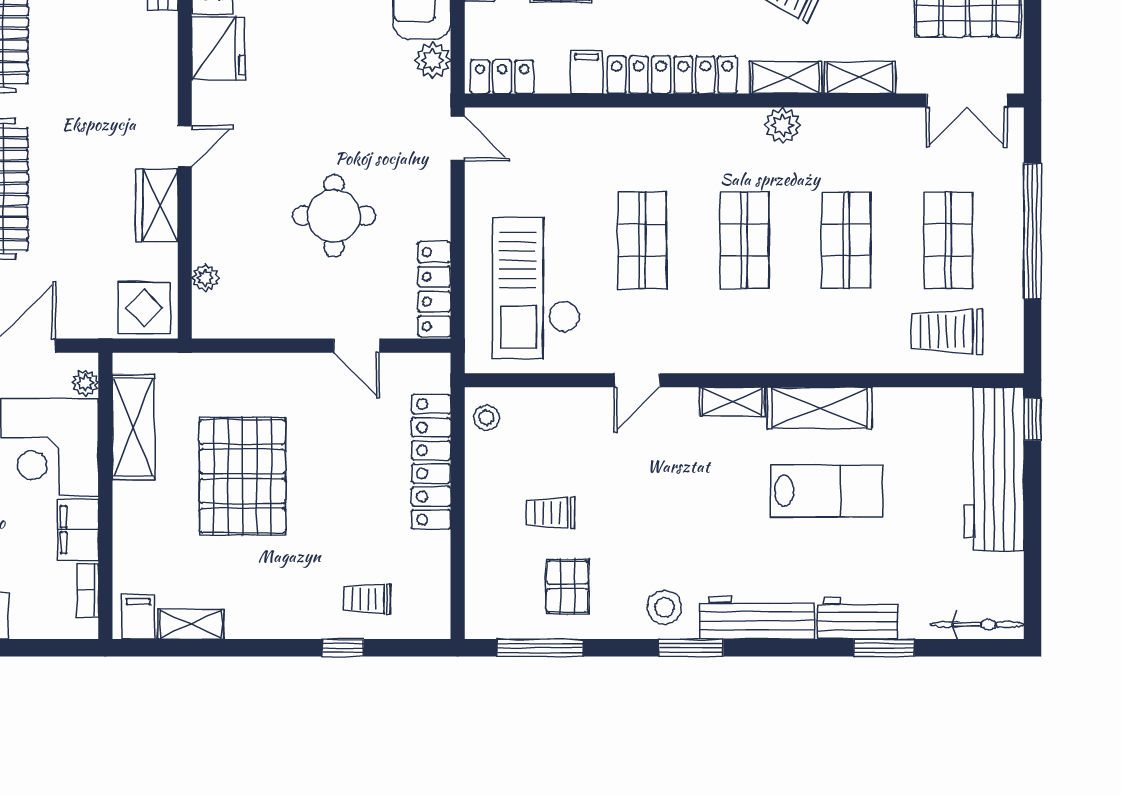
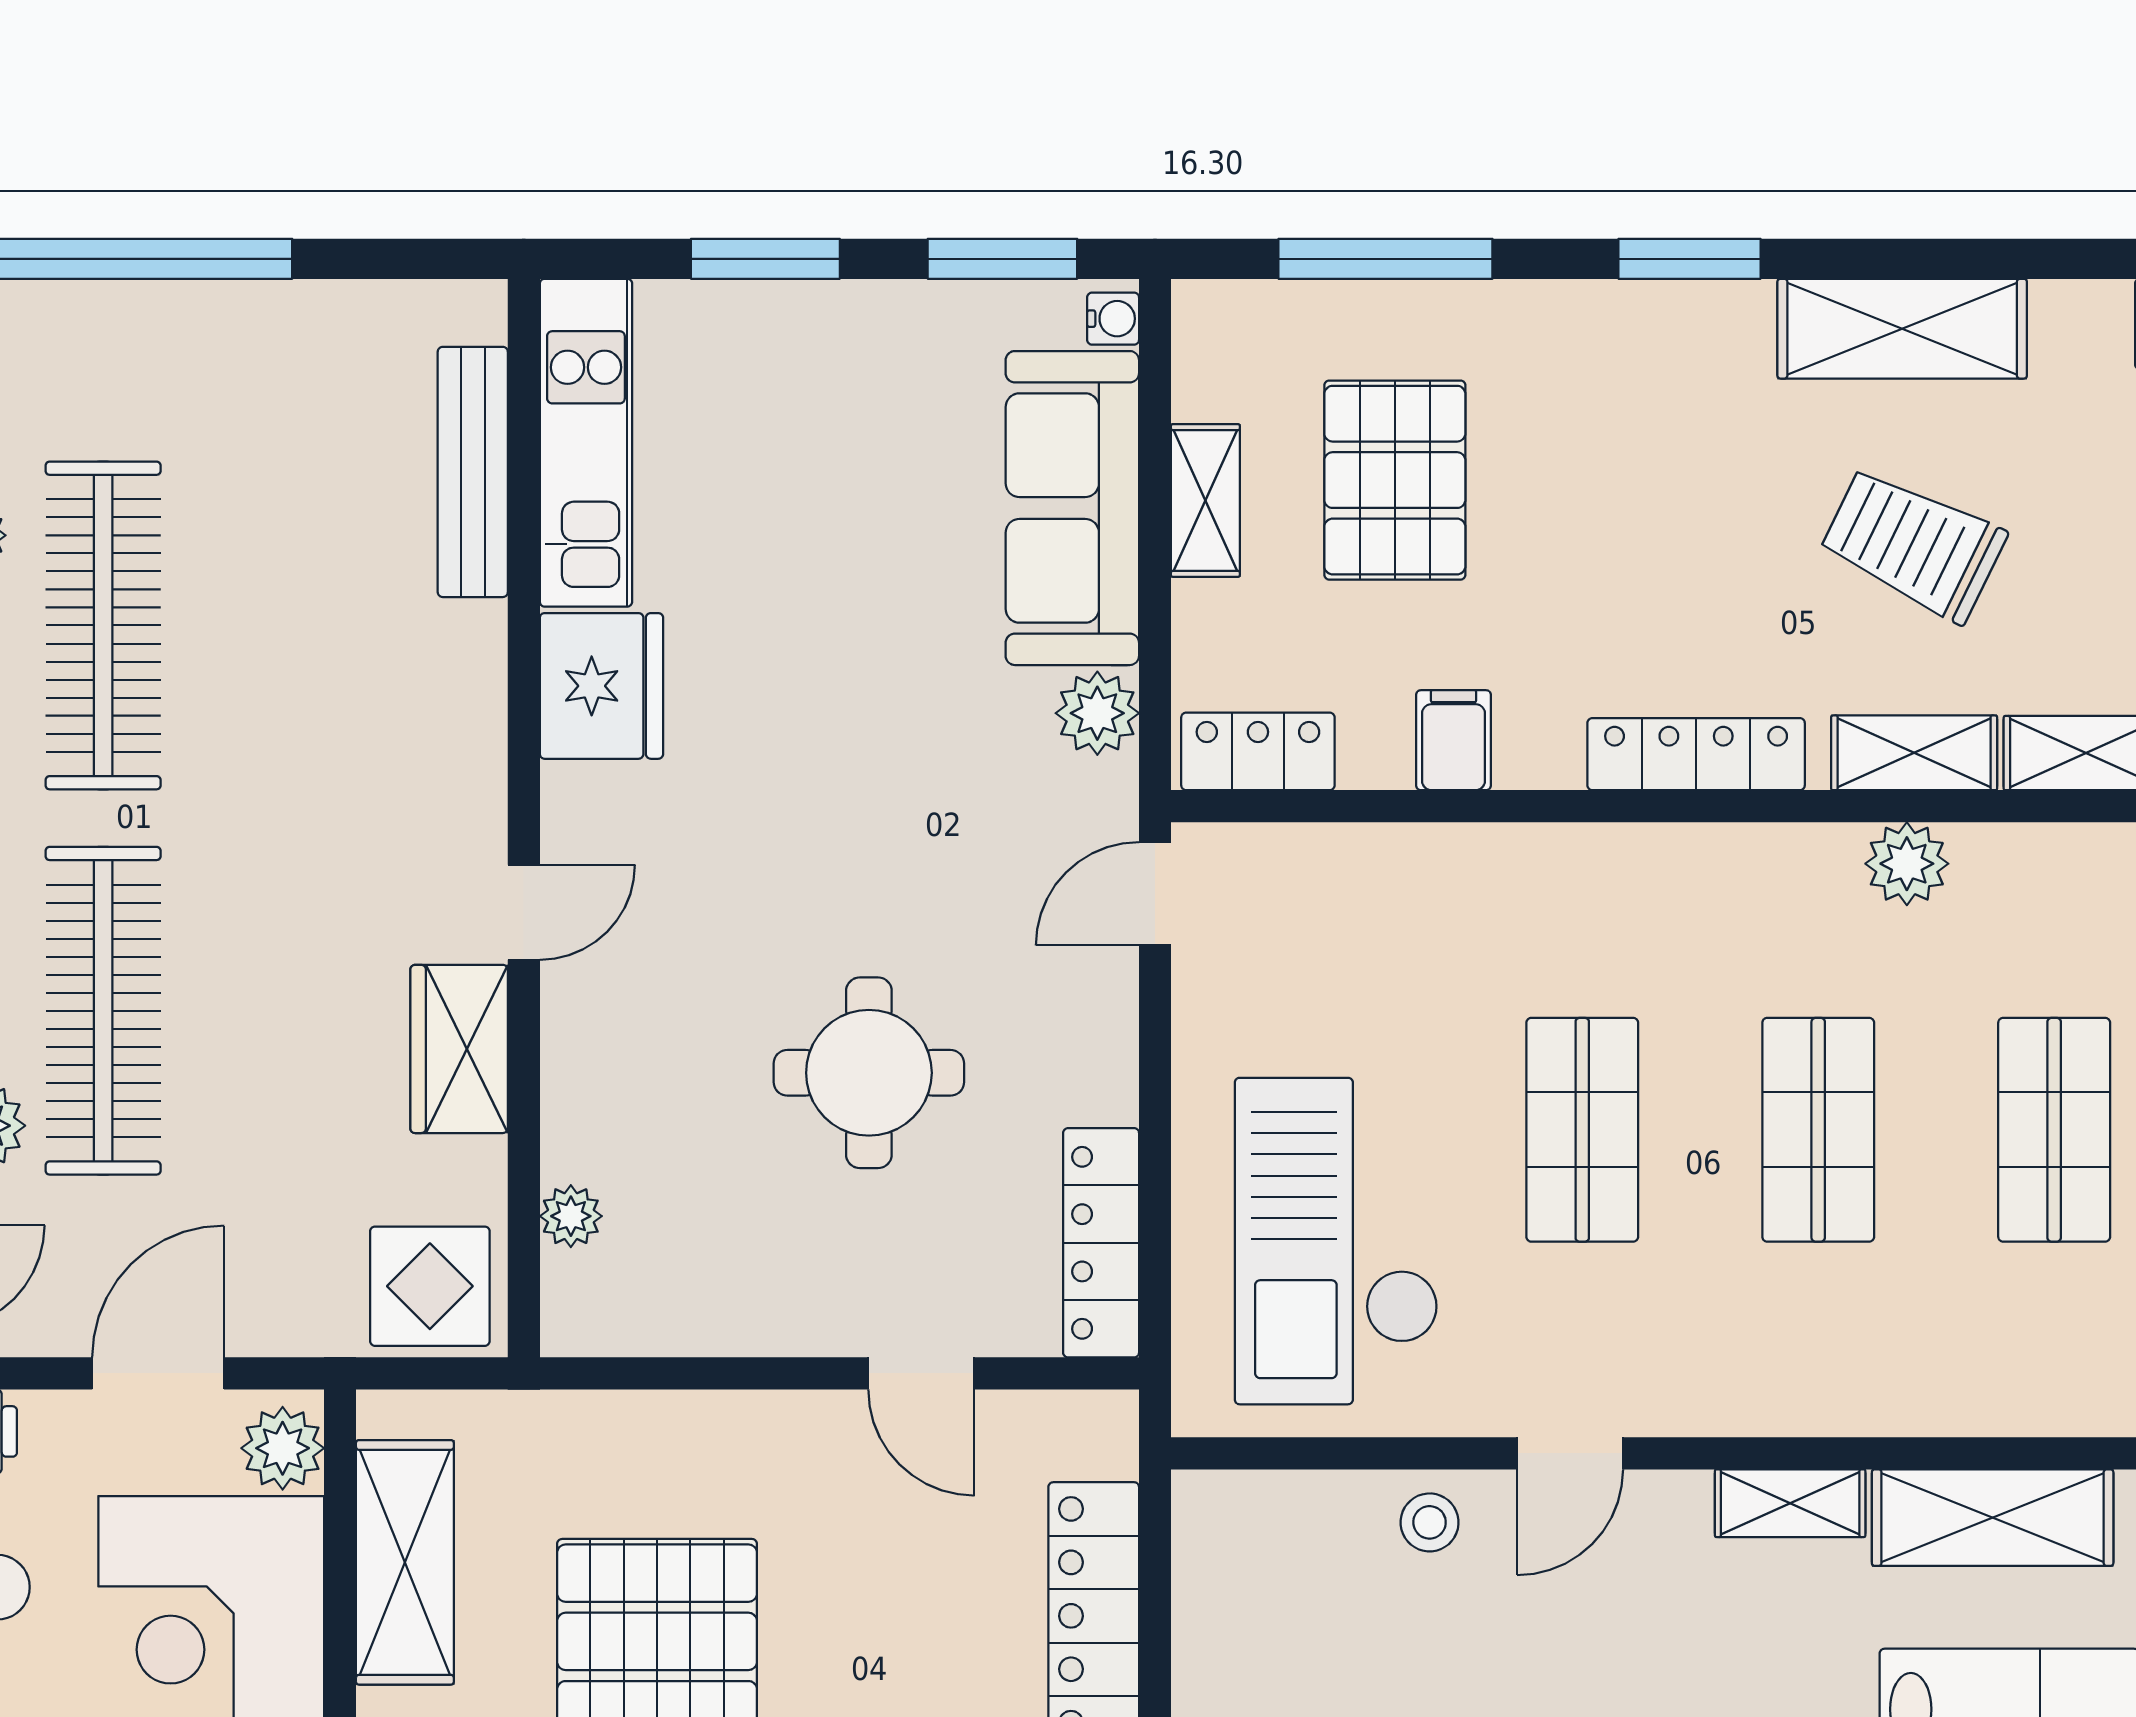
locker: (672, 75) -> (1696, 754), width x0.71, depth x0.83
door: (458, 138) -> (1155, 894), swing flipped
plant: (85, 383) -> (283, 1448), width x1.38, depth x1.38
stool: (487, 418) -> (1430, 1522), moved

